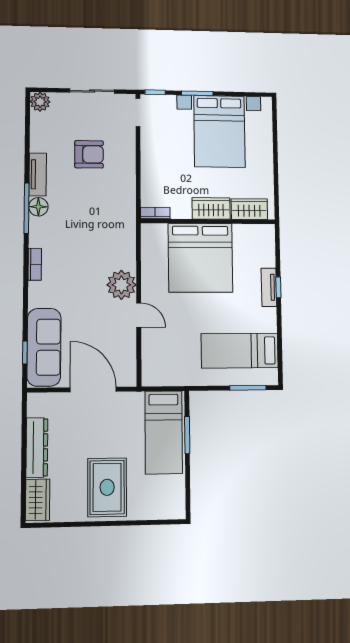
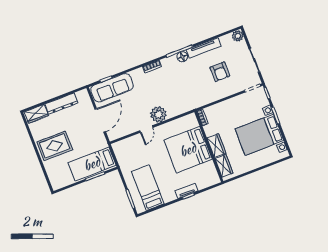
tv unit: (38, 174) -> (204, 48), width x1.41

